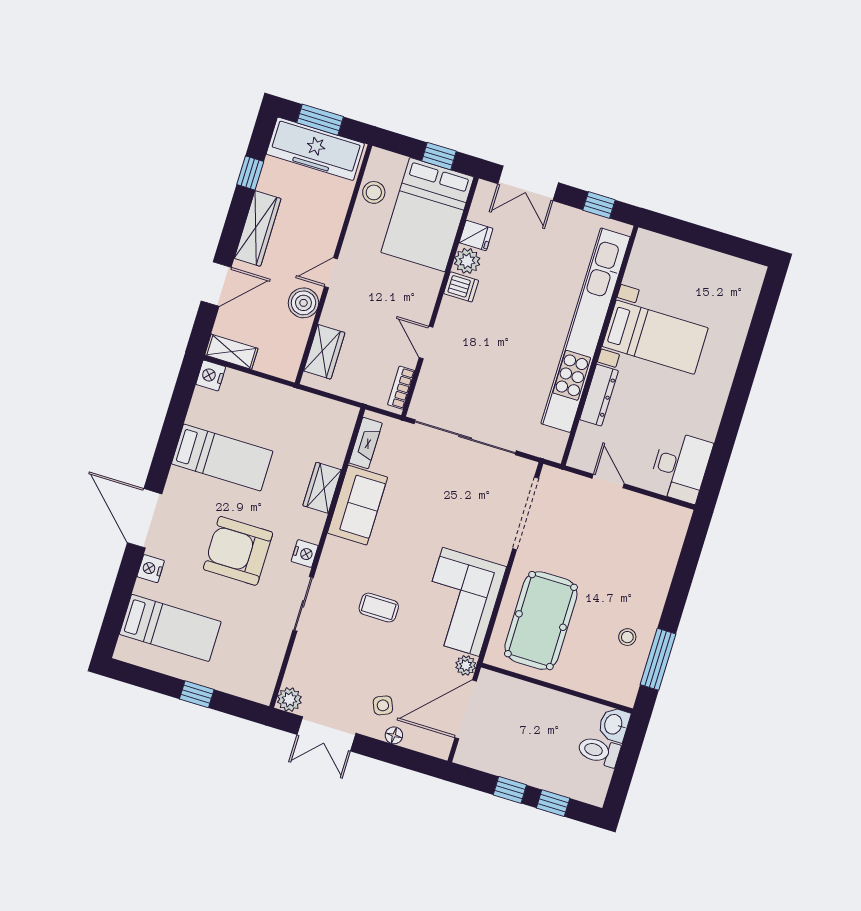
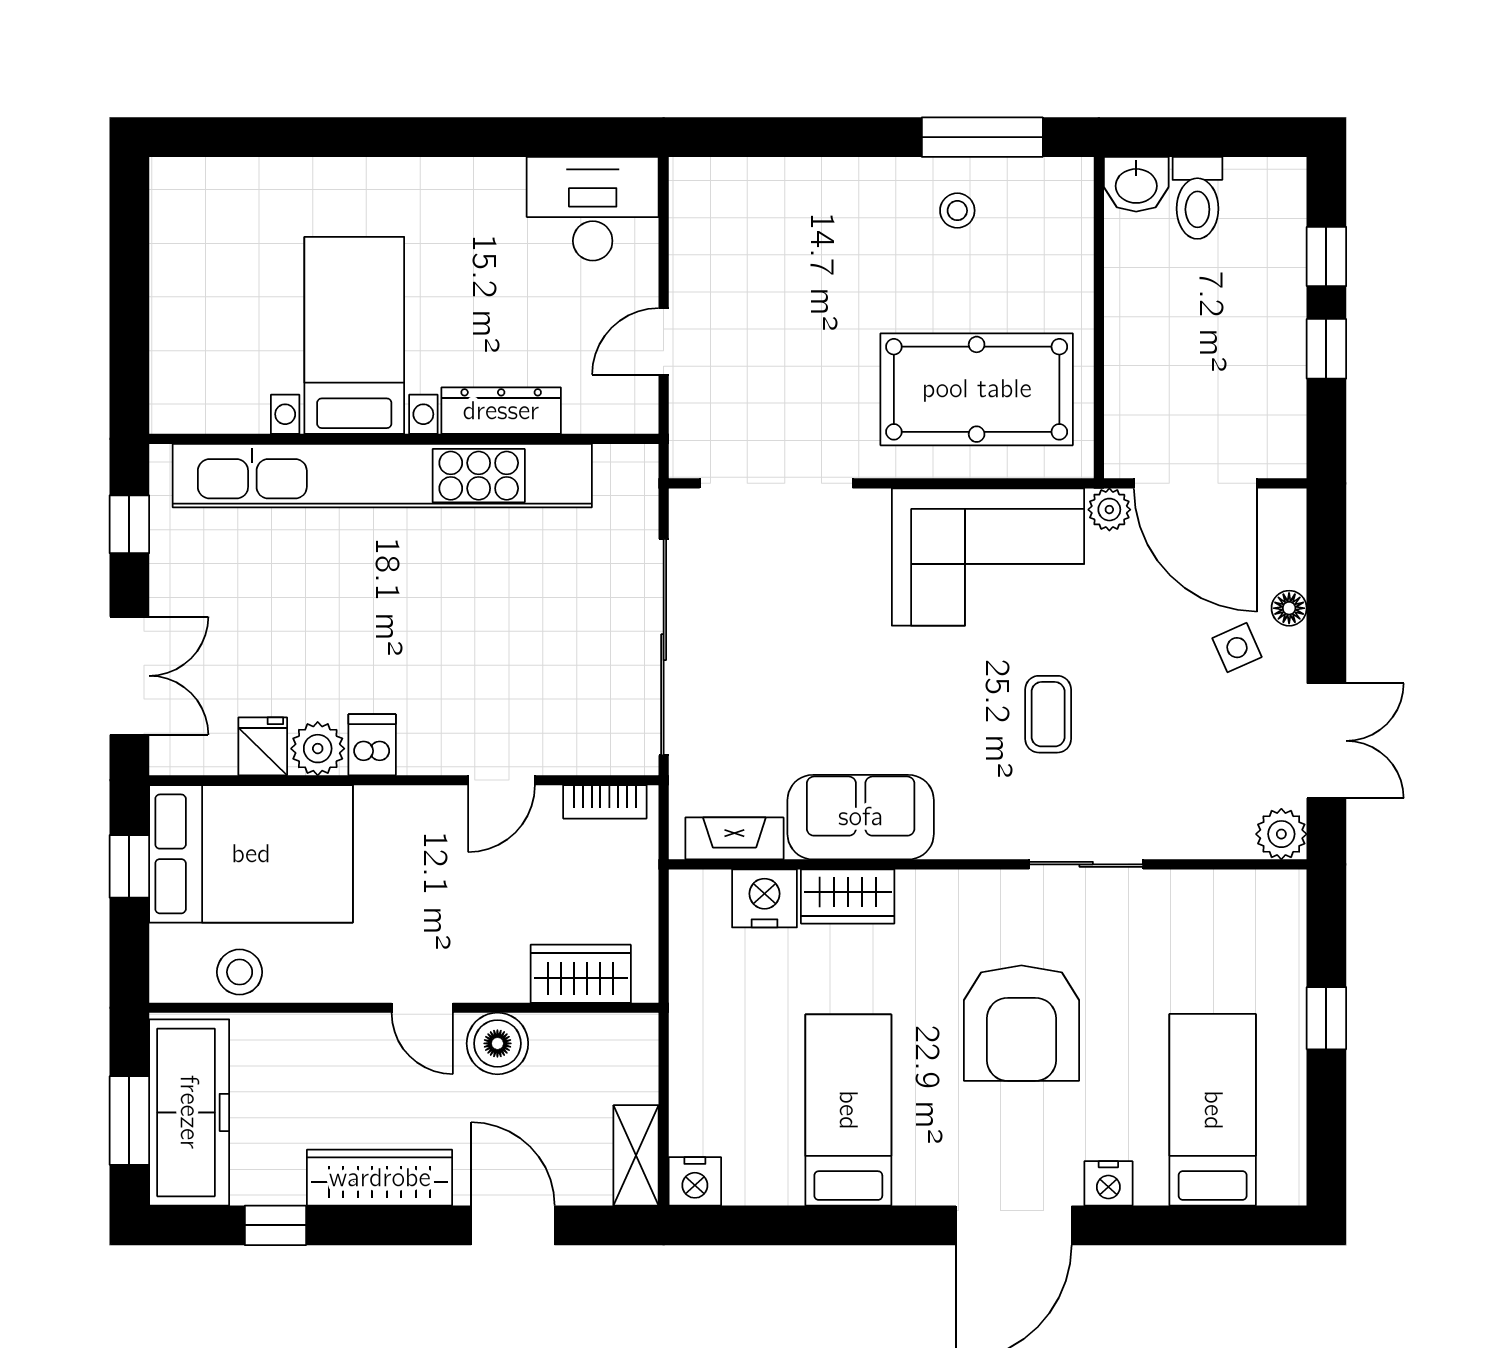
nightstand: (305, 554) -> (764, 898), moved, width x1.36, depth x1.33

